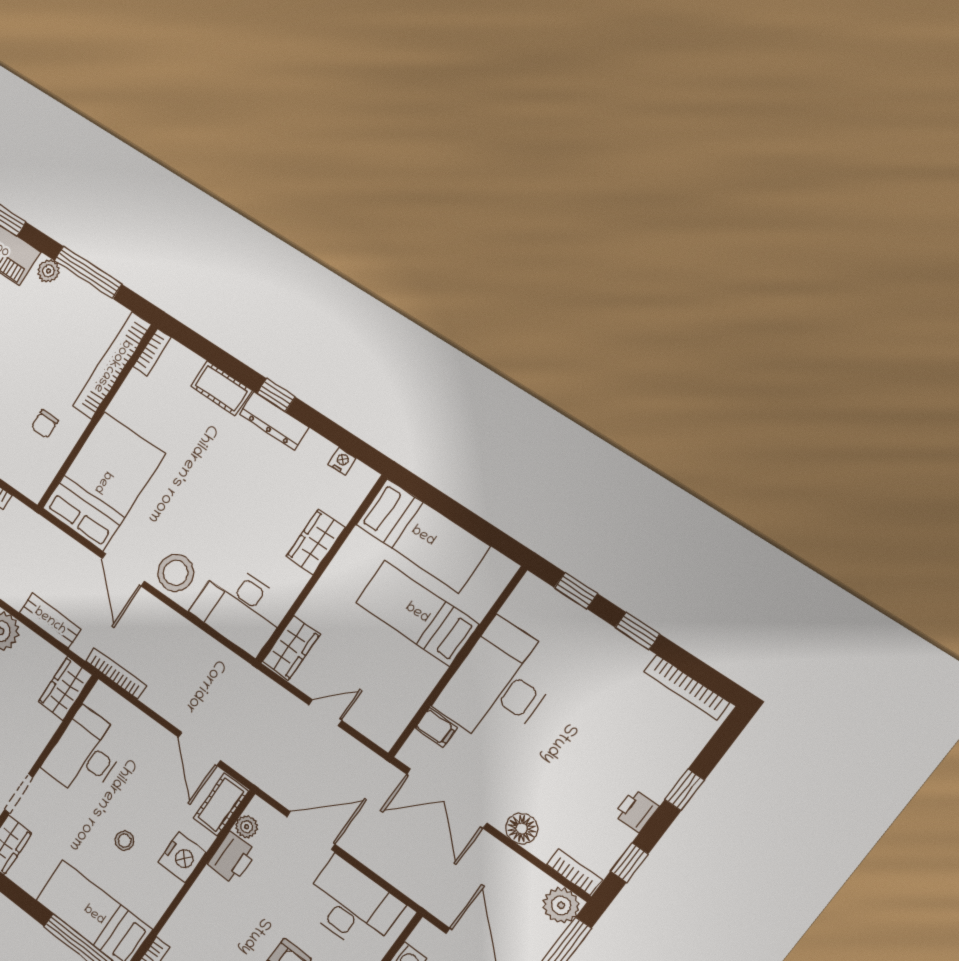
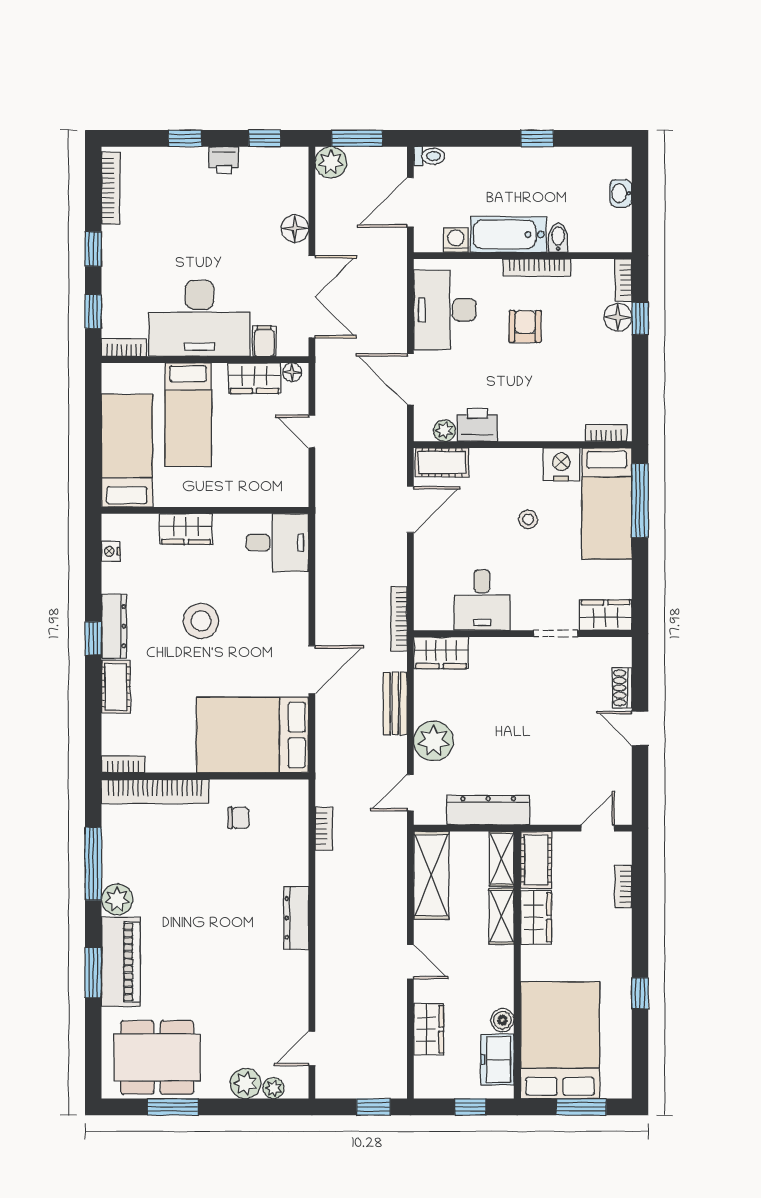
plant: (48, 271) -> (117, 900), width x1.38, depth x1.38
stool: (176, 573) -> (201, 621), moved
desk: (240, 608) -> (277, 543), width x0.73
wardrobe: (291, 648) -> (254, 378), moved, turned 180
floor lamp: (390, 732) -> (292, 372), added
desk: (85, 754) -> (482, 600), width x0.73
nightstand: (182, 857) -> (561, 464), moved
bookcase: (574, 872) -> (124, 347), moved, turned 90

